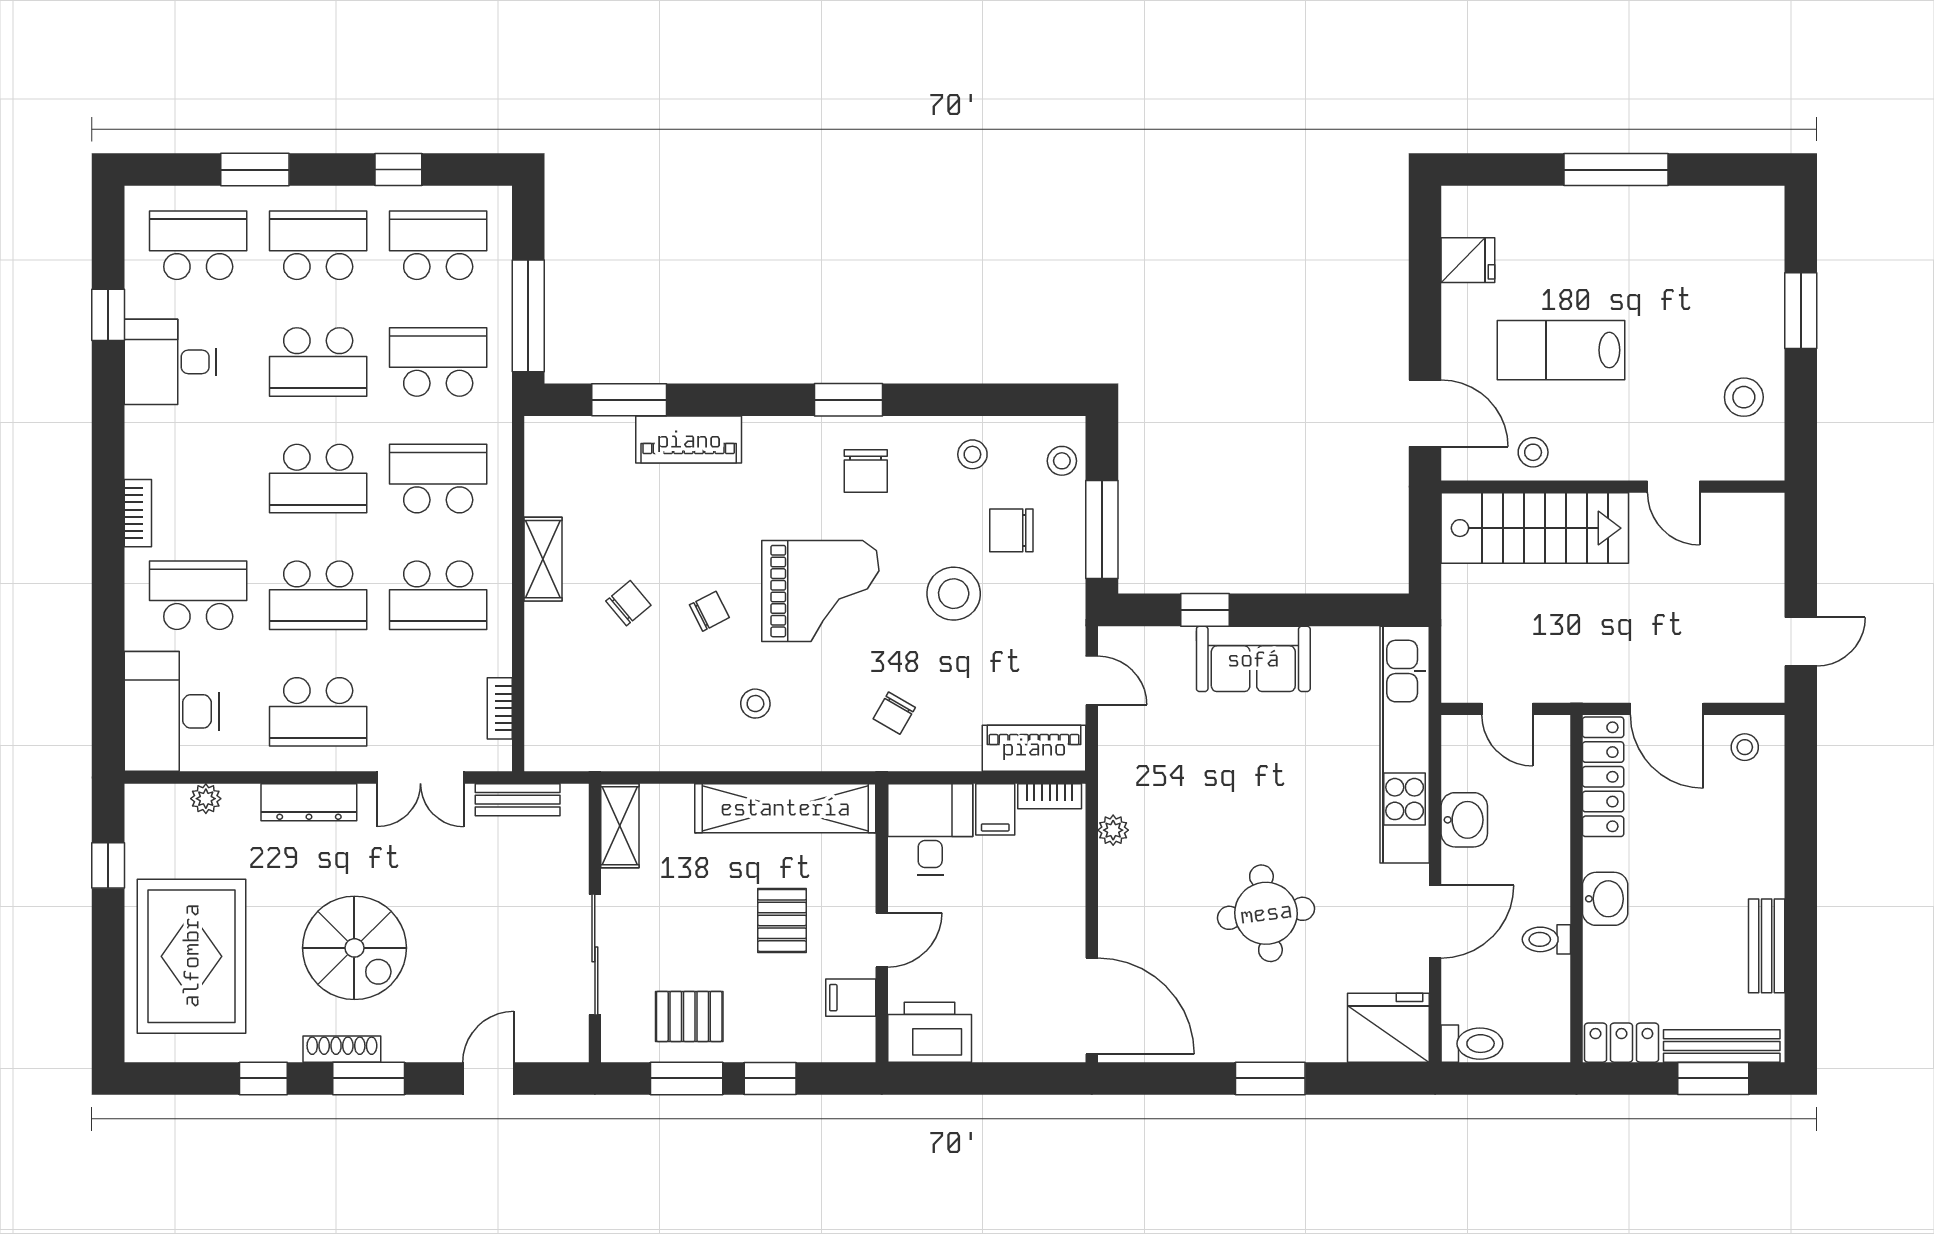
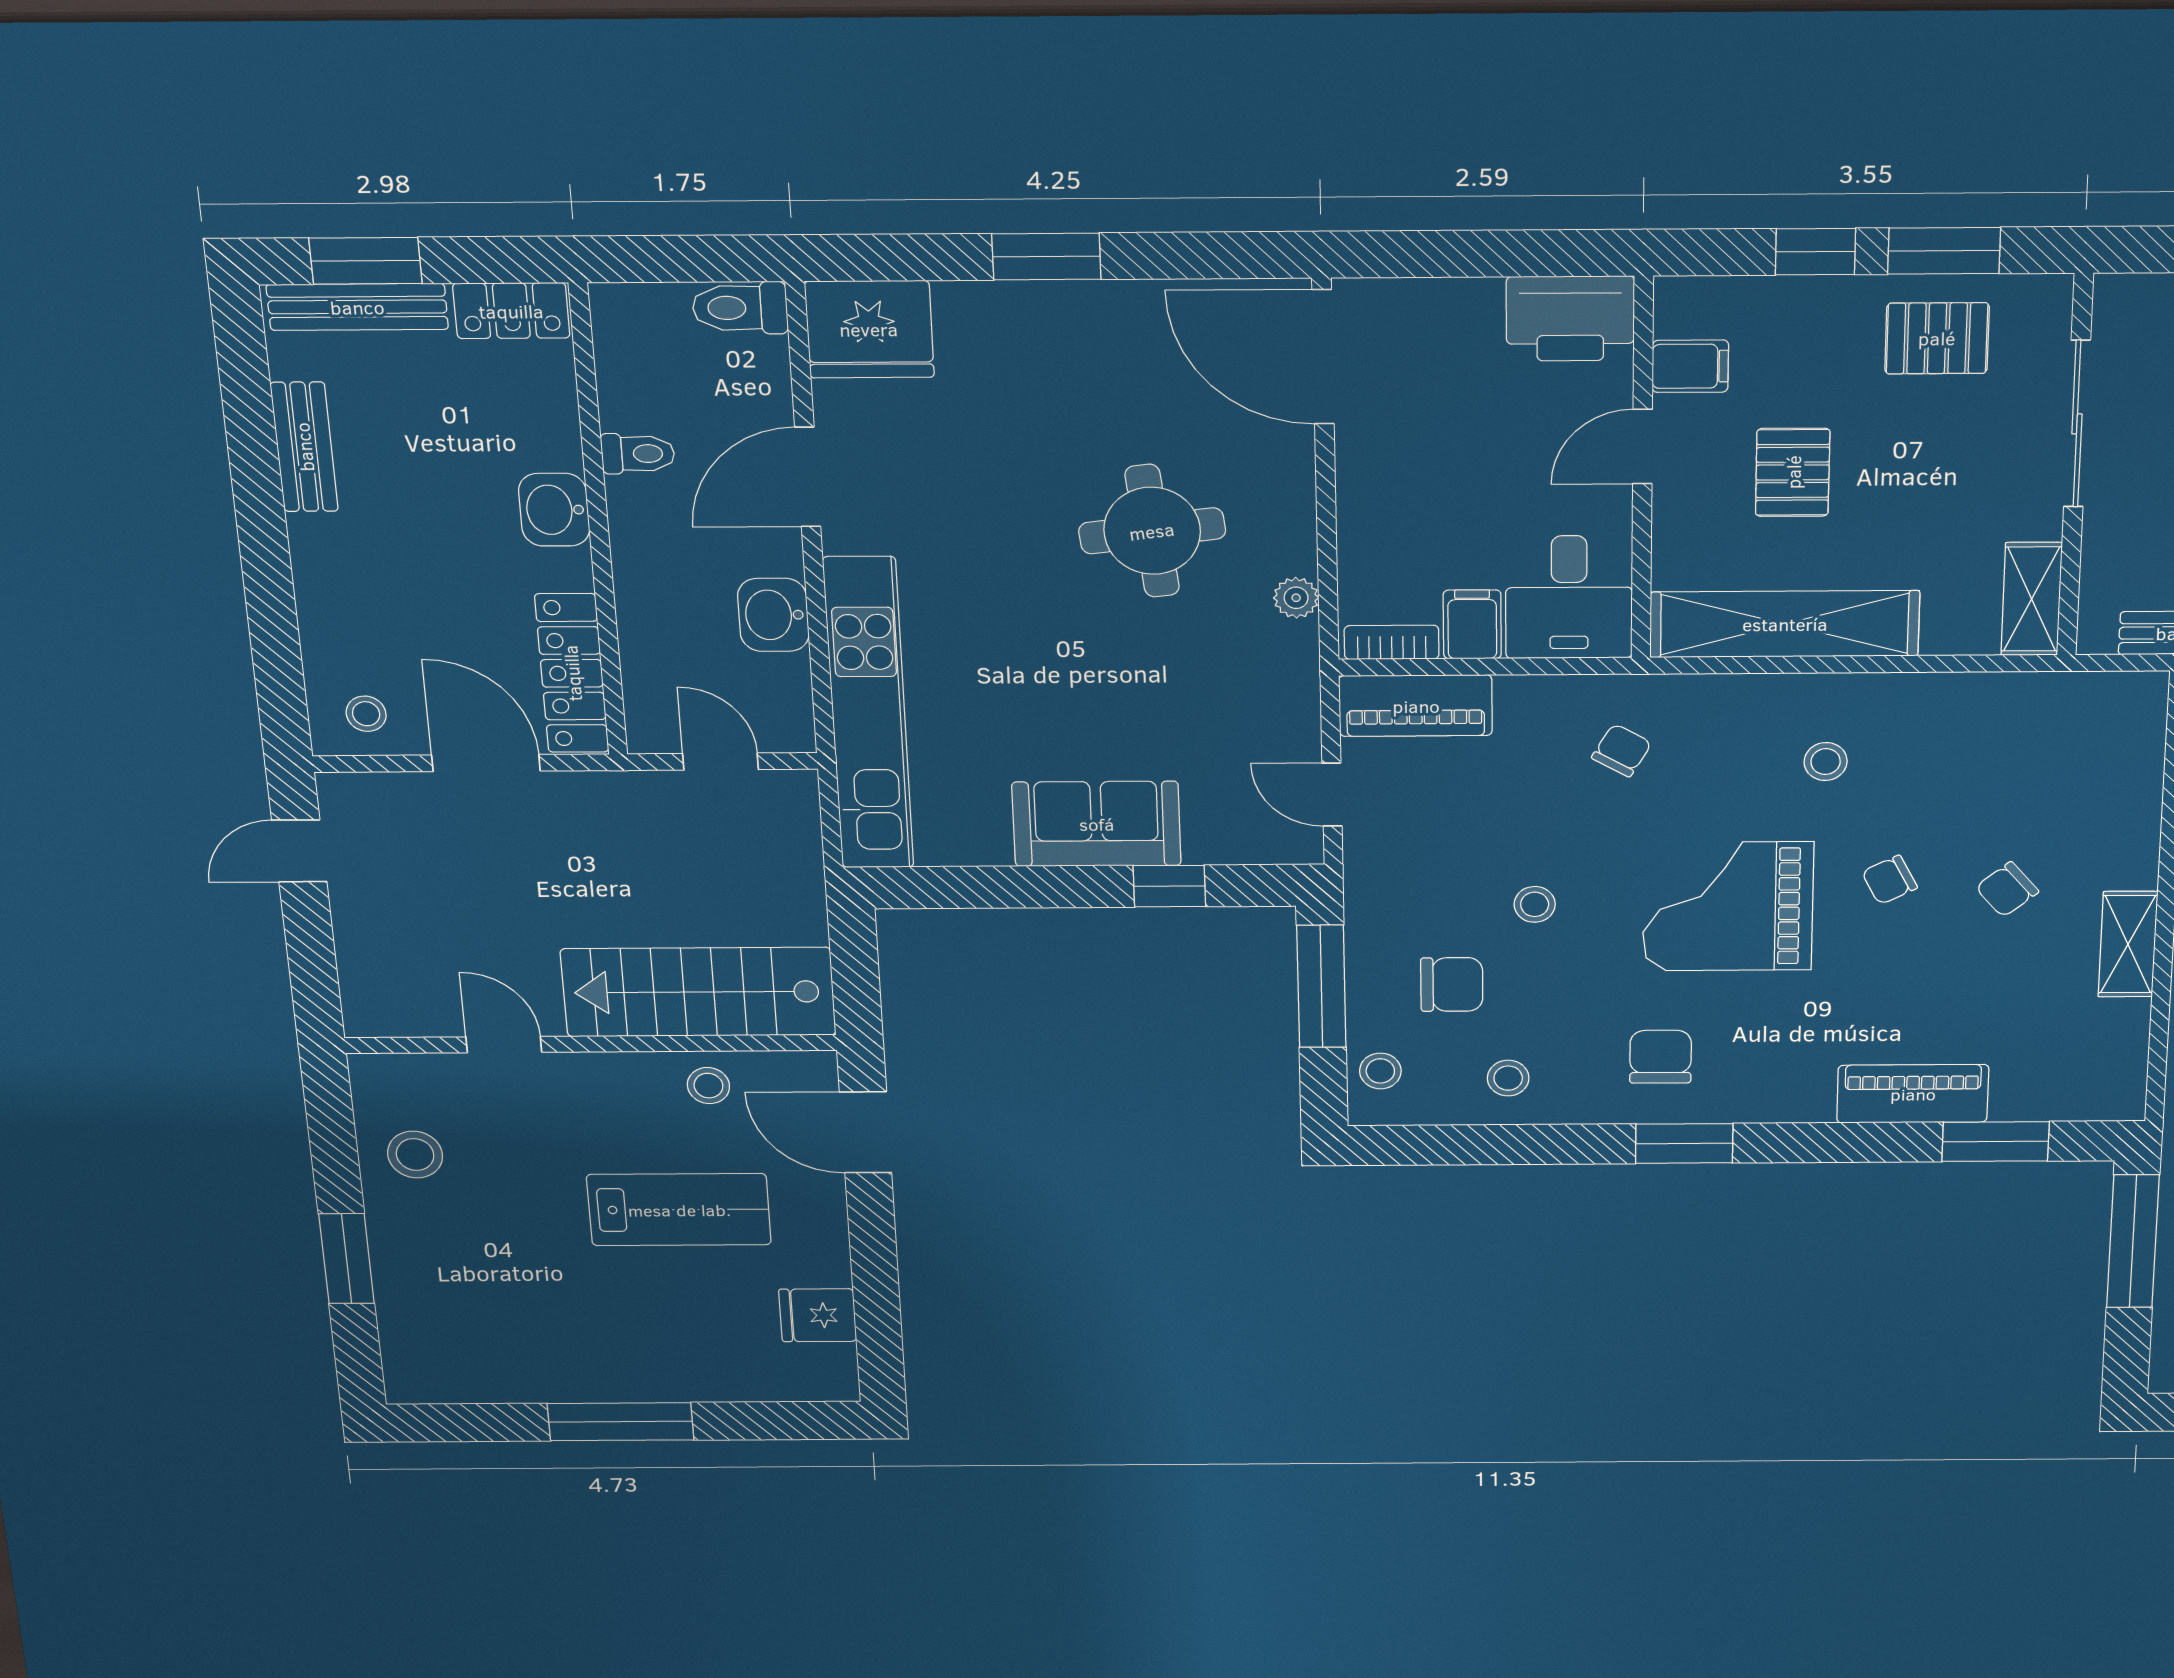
stool: (954, 594) -> (1535, 904), width x0.53, depth x0.53
round table: (1266, 913) -> (1152, 531), moved

